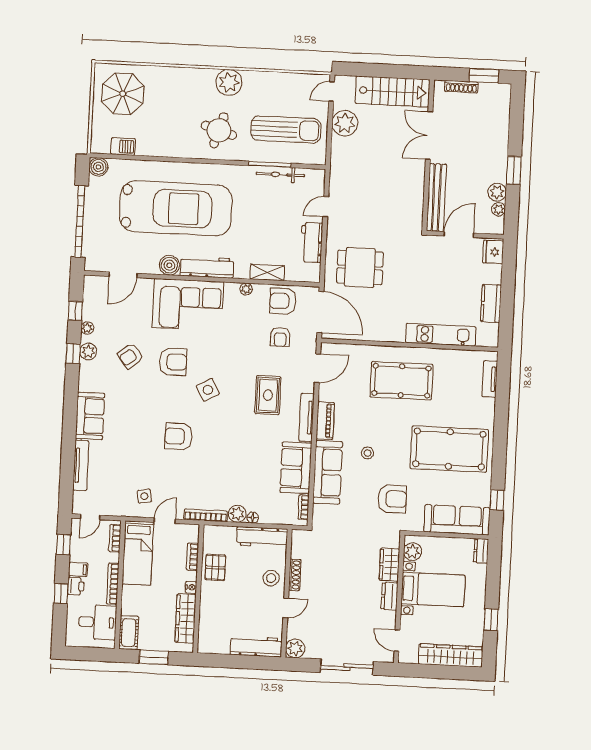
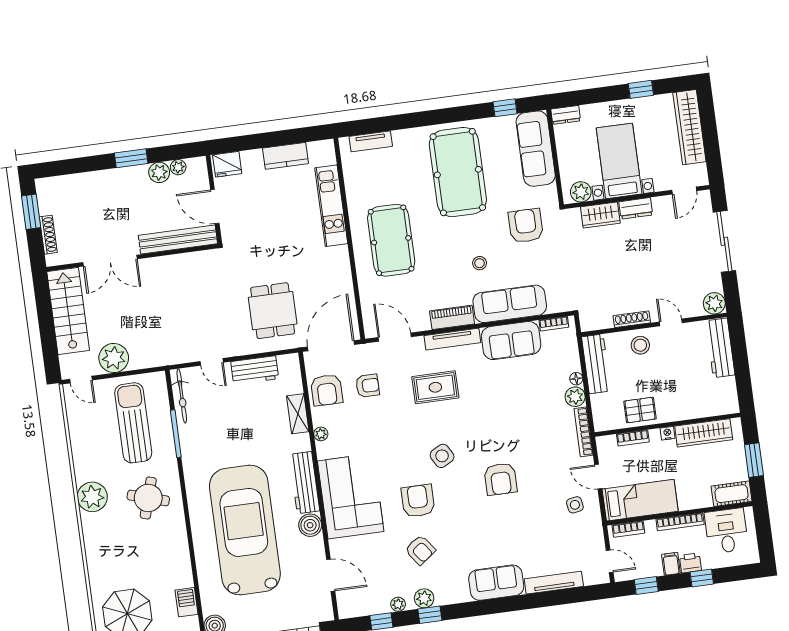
bicycle: (280, 175) -> (182, 396), moved

